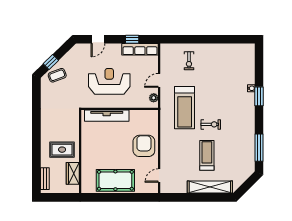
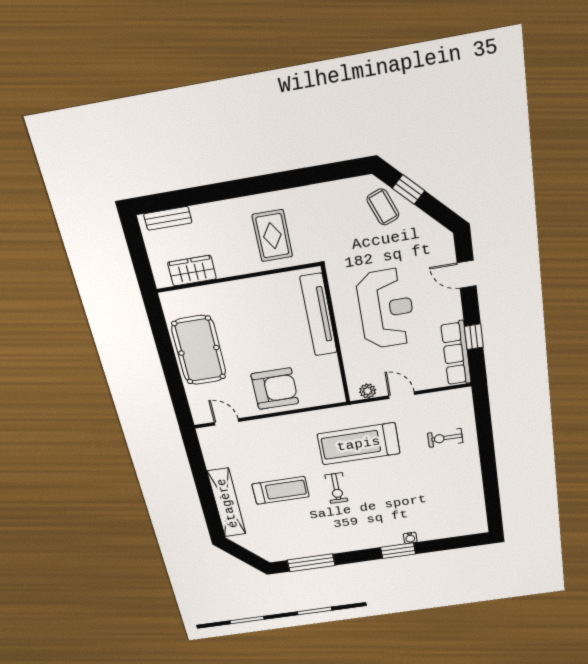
rug: (62, 150) -> (272, 236), moved

